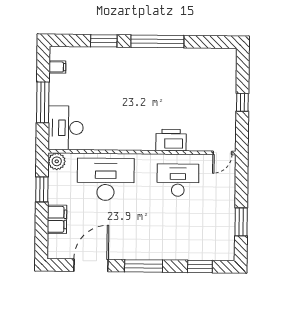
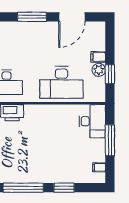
plant: (57, 161) -> (99, 70), moved
filing cabinet: (57, 219) -> (98, 57), width x0.50

